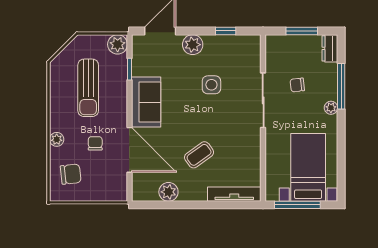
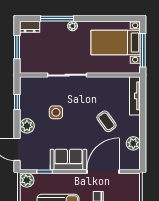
chair: (297, 85) -> (56, 50), removed

